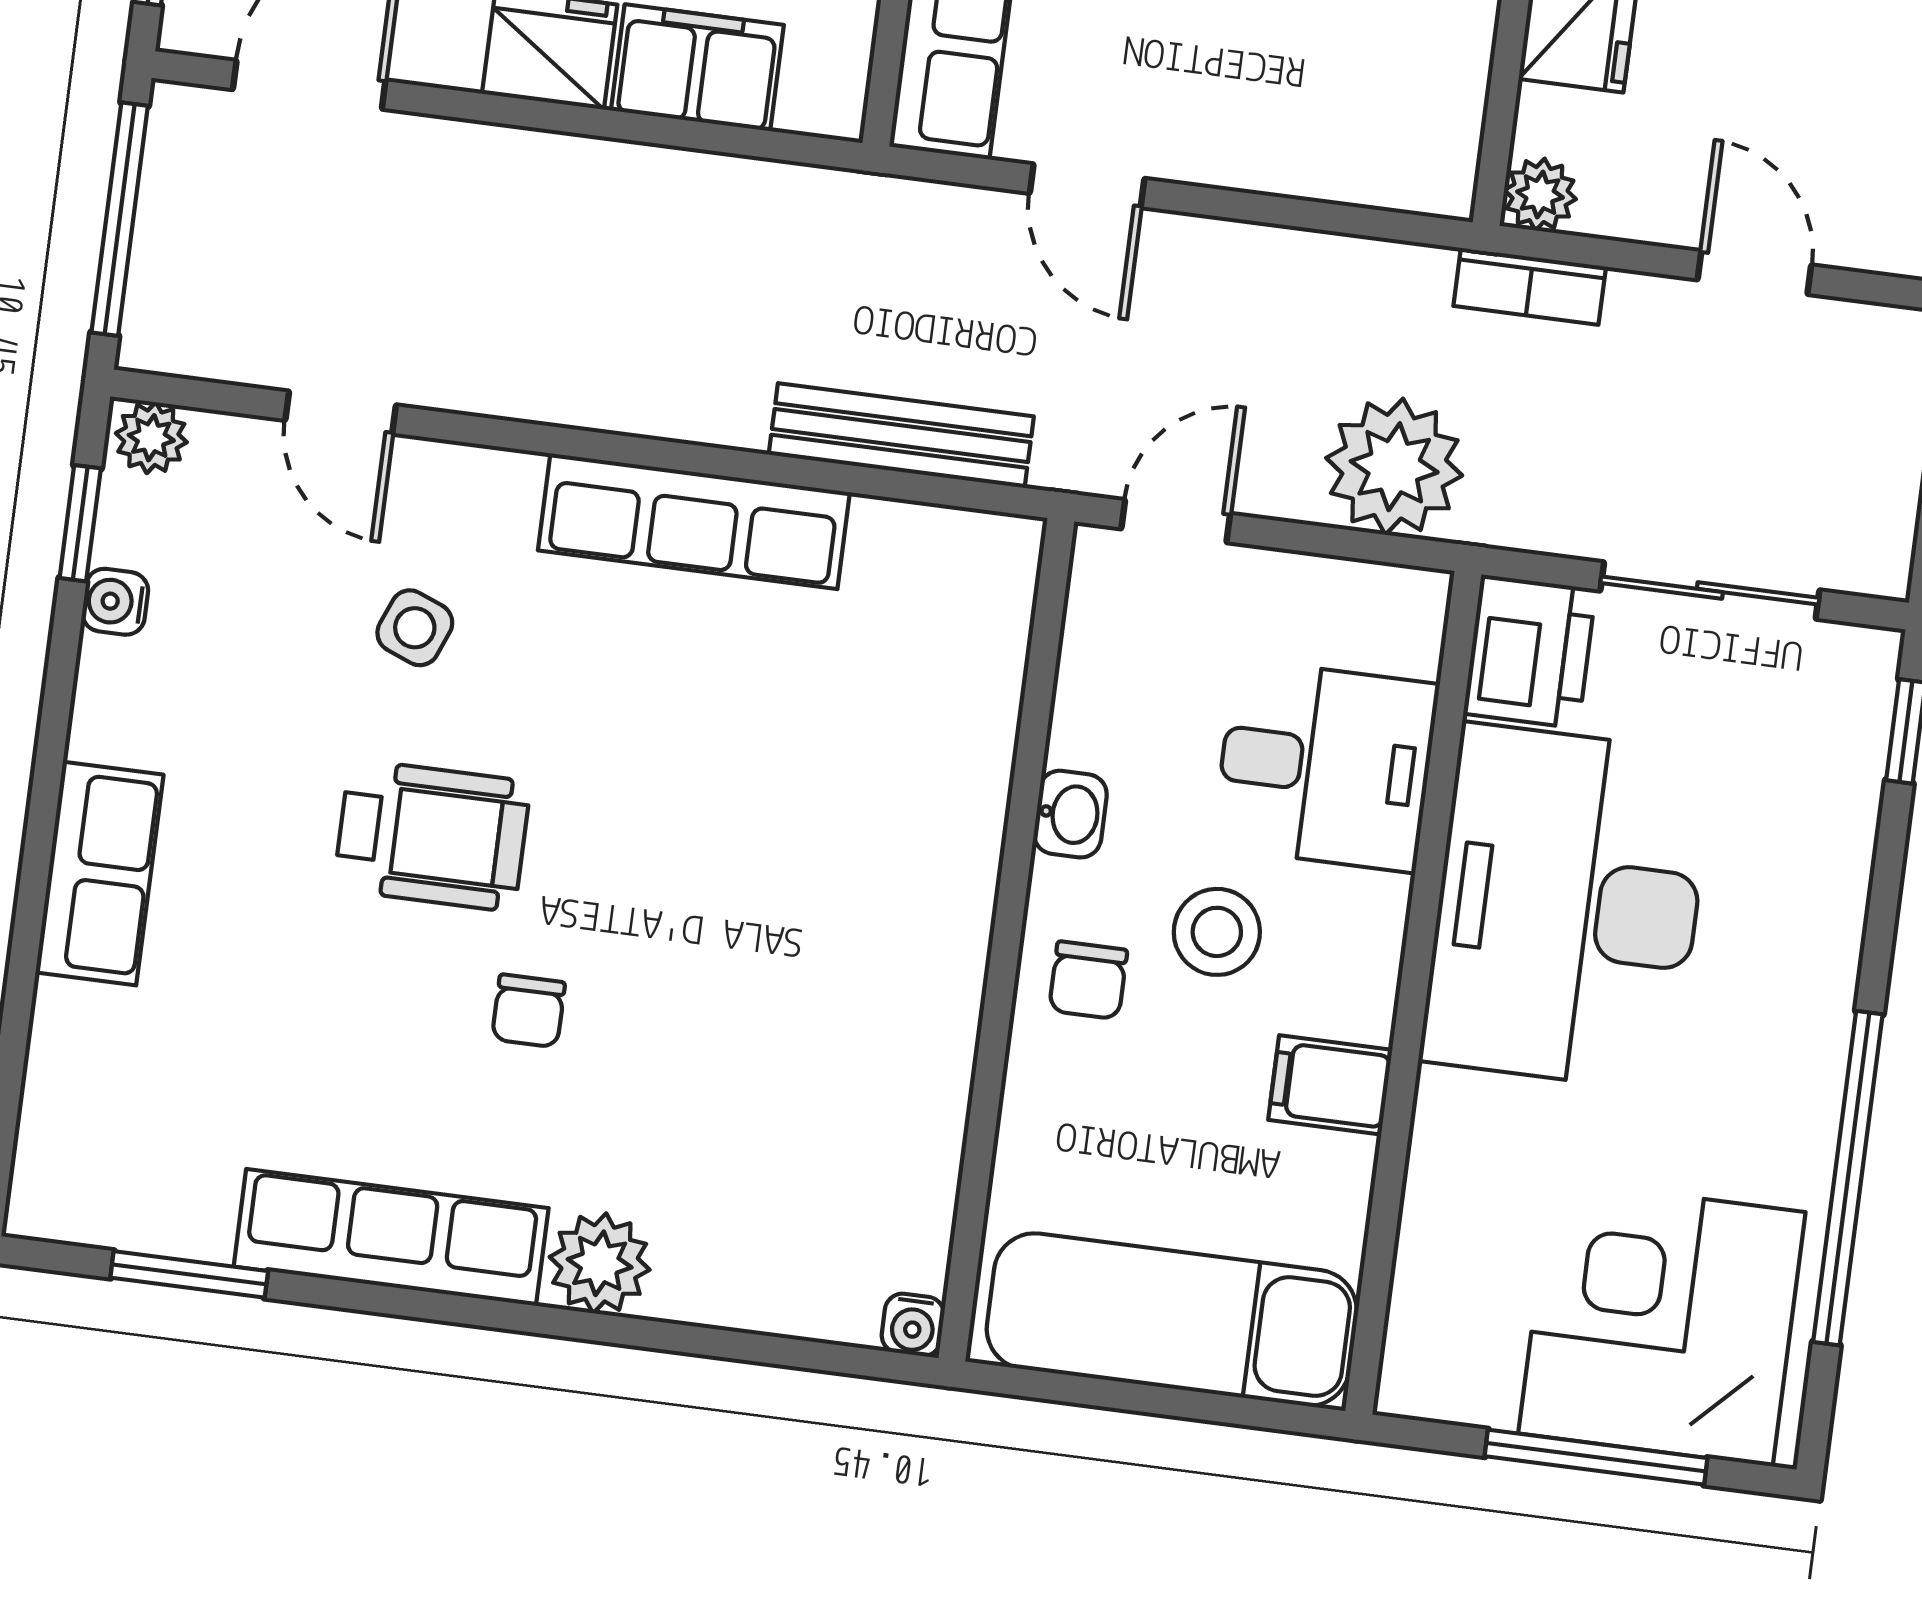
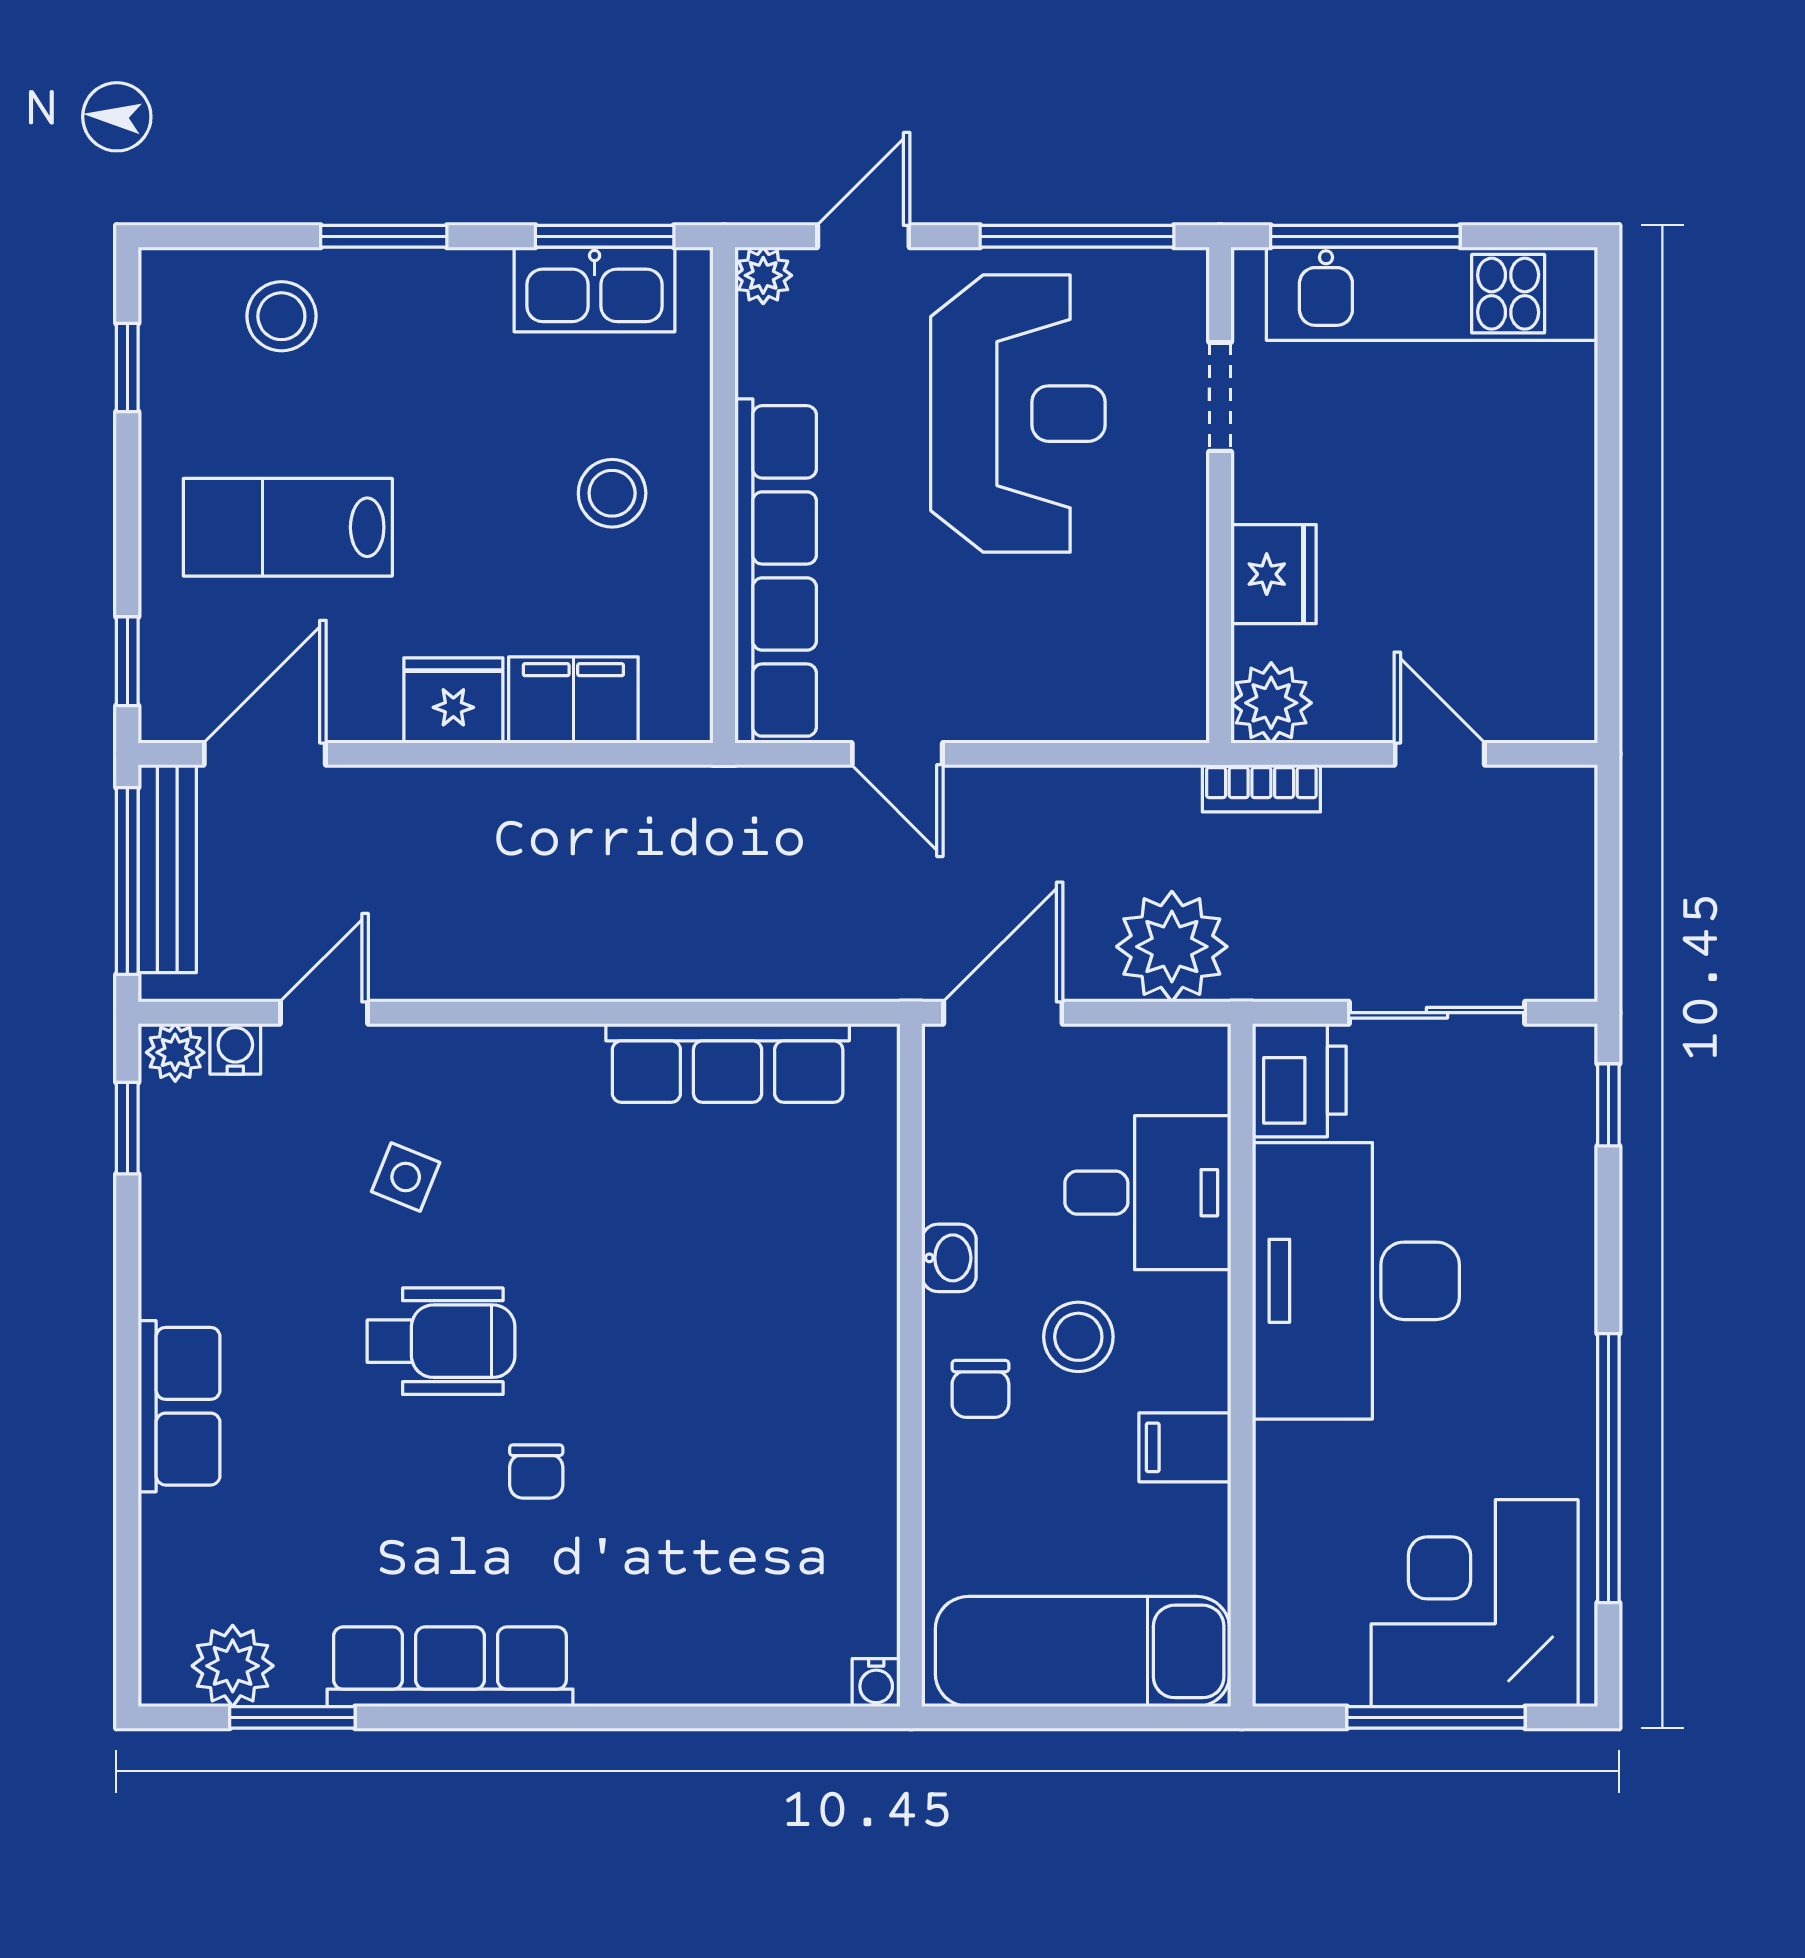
plant: (1540, 195) -> (1271, 703), width x1.38, depth x1.38
door: (341, 413) -> (324, 1013), swing flipped
bench: (901, 436) -> (167, 869), moved, turned 90
row of seats: (694, 521) -> (728, 1063), moved
door: (1176, 521) -> (1003, 1013), width x1.38
water cooler: (115, 602) -> (235, 1049), moved, turned 90
plant: (600, 1263) -> (233, 1666), moved

